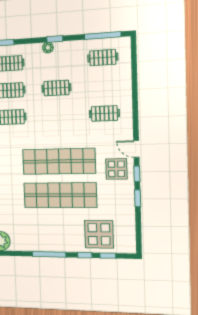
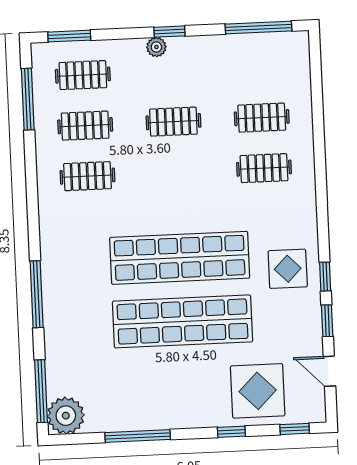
clothes rail: (103, 58) -> (262, 118), moved
door: (136, 149) -> (329, 371), moved
window: (49, 254) -> (138, 436), moved
window: (108, 256) -> (295, 429), moved

